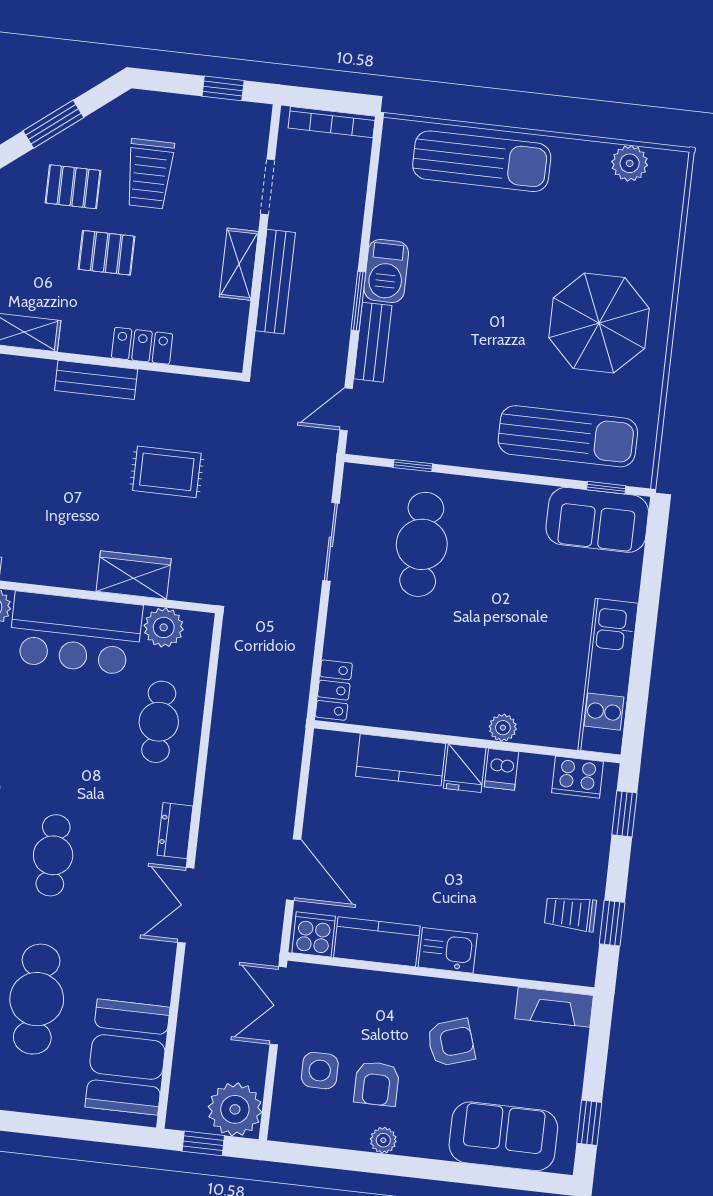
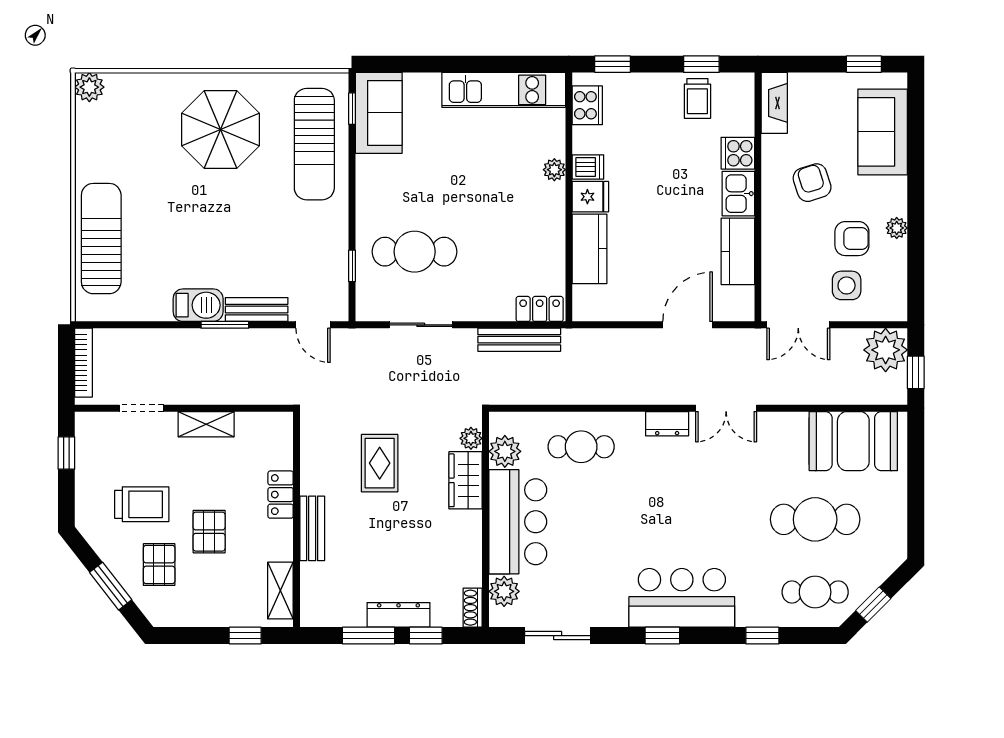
plant: (630, 163) -> (89, 87), moved
bench: (275, 282) -> (519, 340), moved
sun lounger: (568, 436) -> (314, 144), turned 180
plant: (184, 588) -> (471, 438), added
cafe table: (53, 855) -> (698, 519), removed
cooker: (314, 934) -> (738, 153), moved

